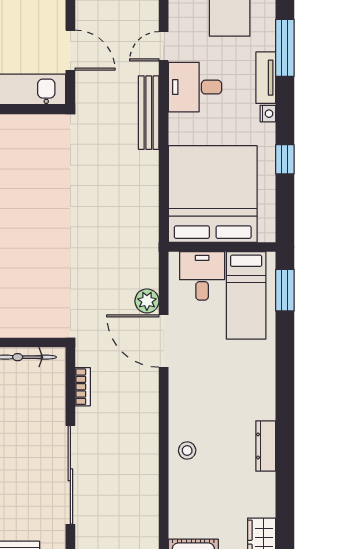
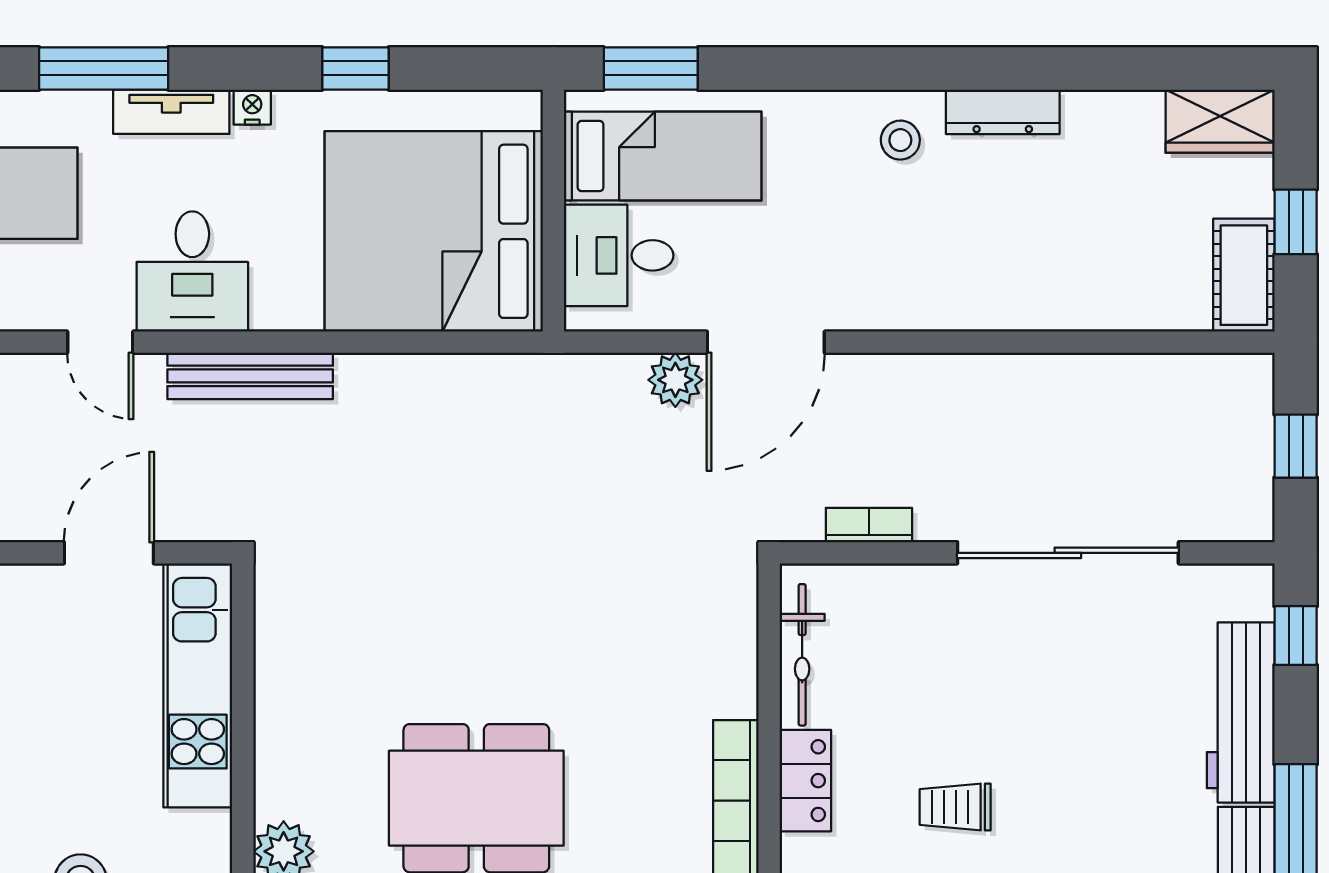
stool: (187, 451) -> (900, 140), moved

